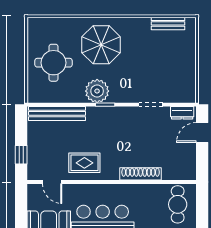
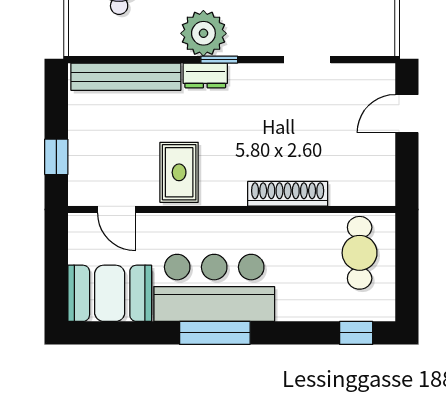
dresser: (182, 113) -> (205, 75), moved
rug: (84, 163) -> (179, 172), turned 90

